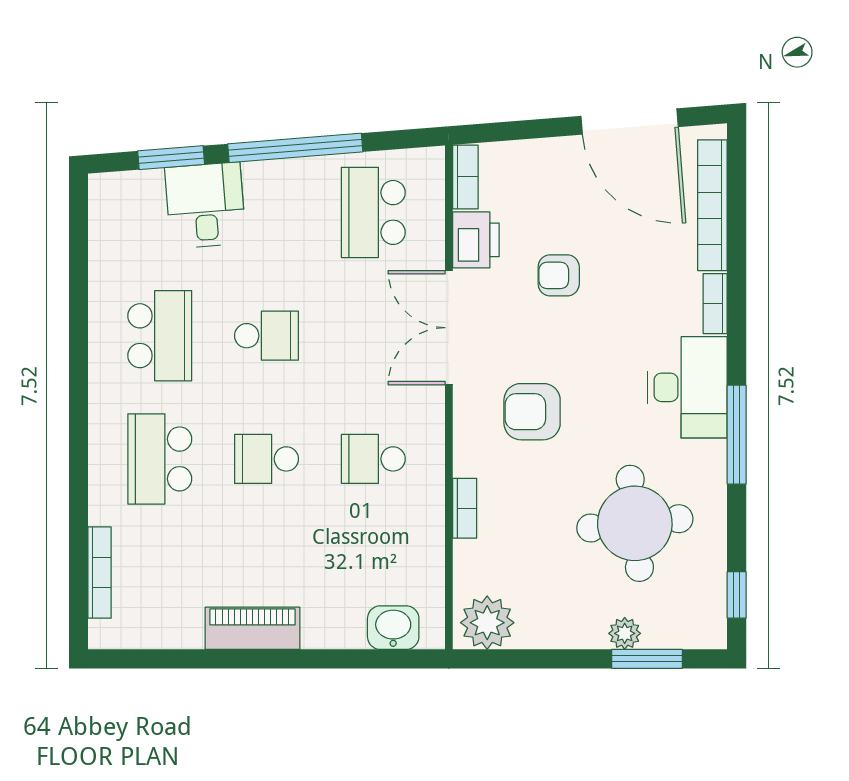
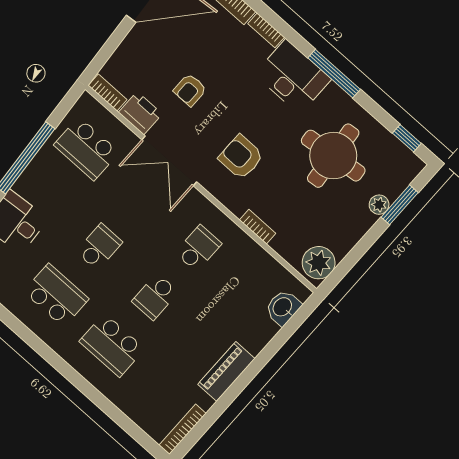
armchair: (532, 412) -> (241, 157), turned 90
school desk: (373, 459) -> (198, 248), turned 180
bookcase: (100, 573) -> (182, 429), moved, turned -90

